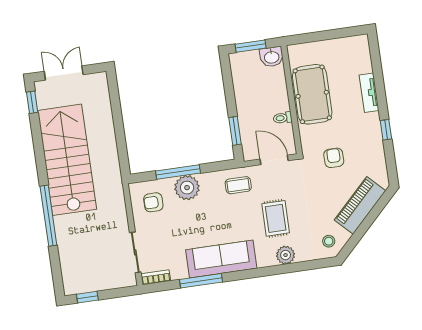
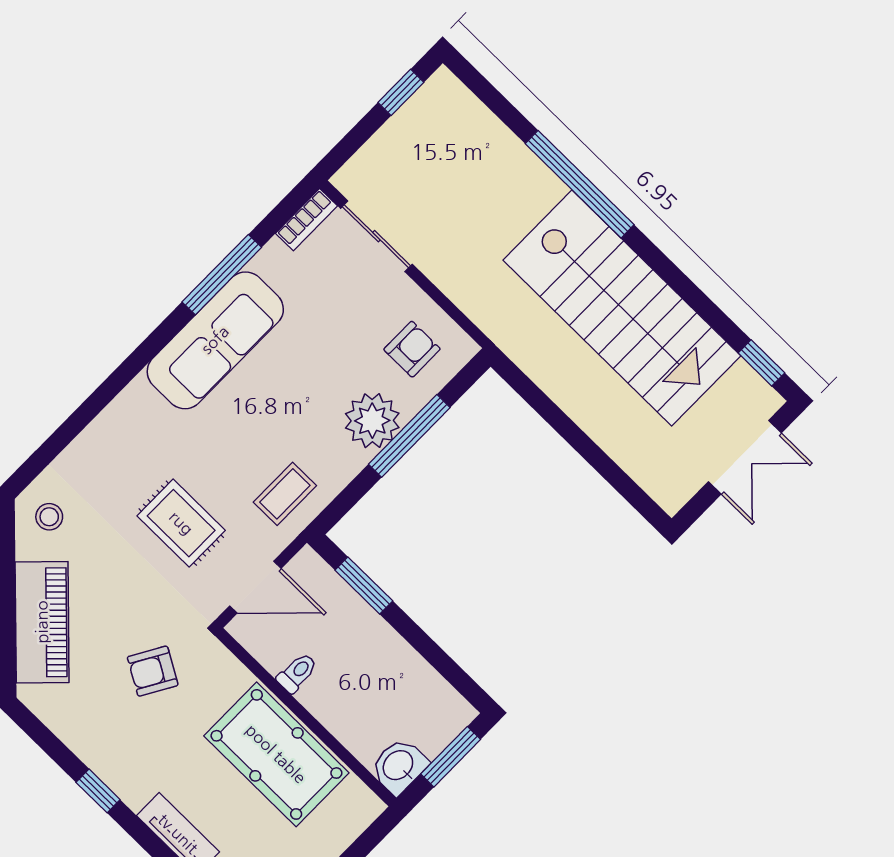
armchair: (334, 158) -> (153, 671), turned 120
rug: (276, 218) -> (181, 523), moved
plant: (286, 255) -> (107, 434), removed

